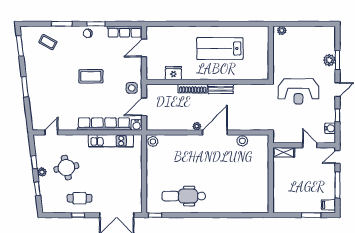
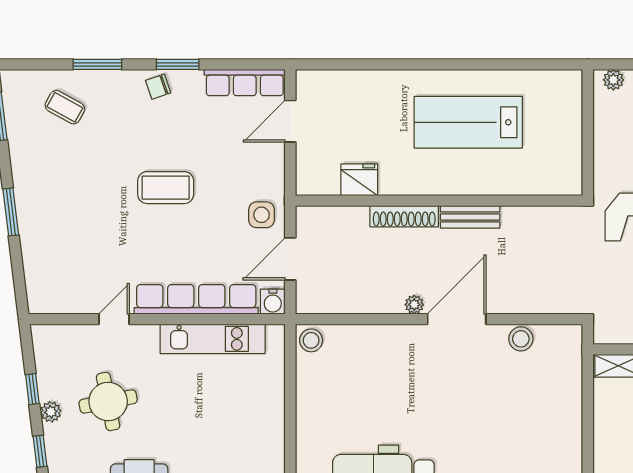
door: (51, 132) -> (114, 319), moved

